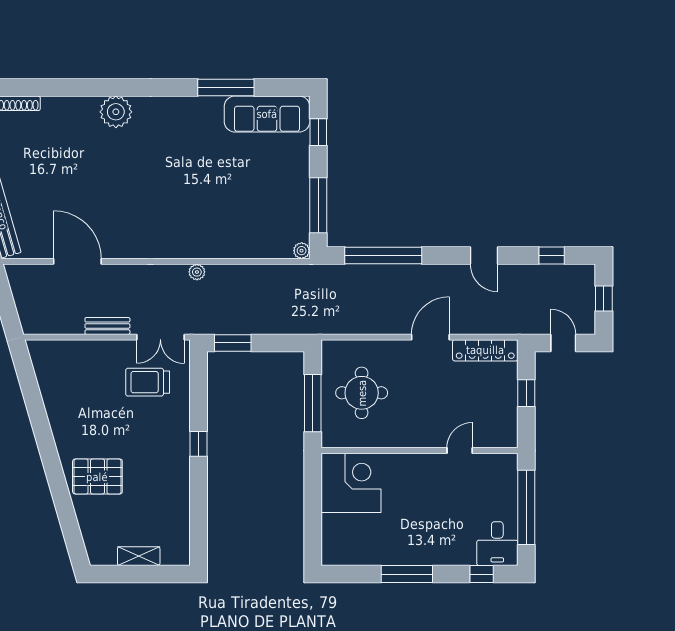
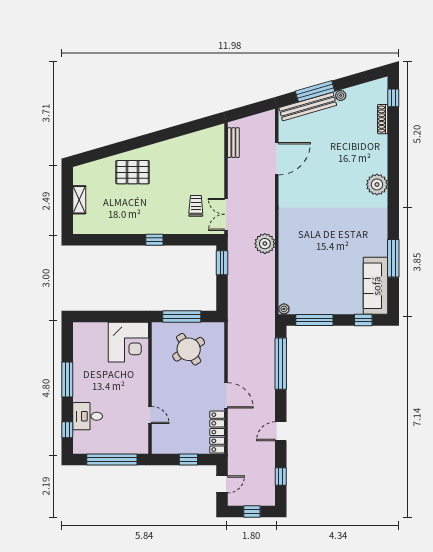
plant: (197, 272) -> (265, 244), width x1.88, depth x1.88
bench: (107, 326) -> (233, 143), moved
trolley: (148, 382) -> (196, 206), width x0.73, depth x0.72
round table: (362, 393) -> (189, 349), turned -33
pallet: (97, 477) -> (133, 172), turned 90
desk: (497, 544) -> (88, 416), moved

